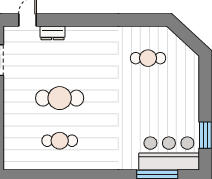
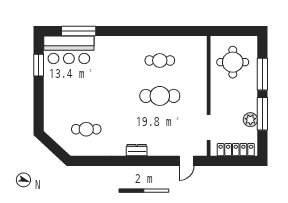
dresser: (52, 33) -> (137, 150), moved

